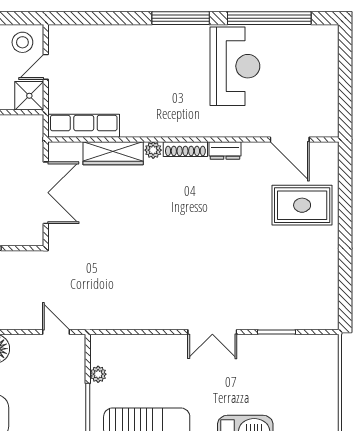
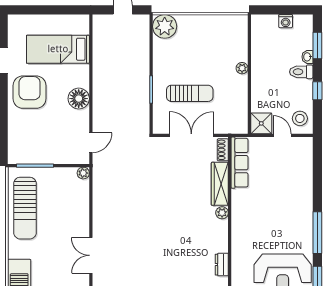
shoe rack: (185, 149) -> (223, 150), moved, width x0.70
double door: (46, 193) -> (191, 135), swing flipped
plant: (98, 374) -> (83, 173), moved

